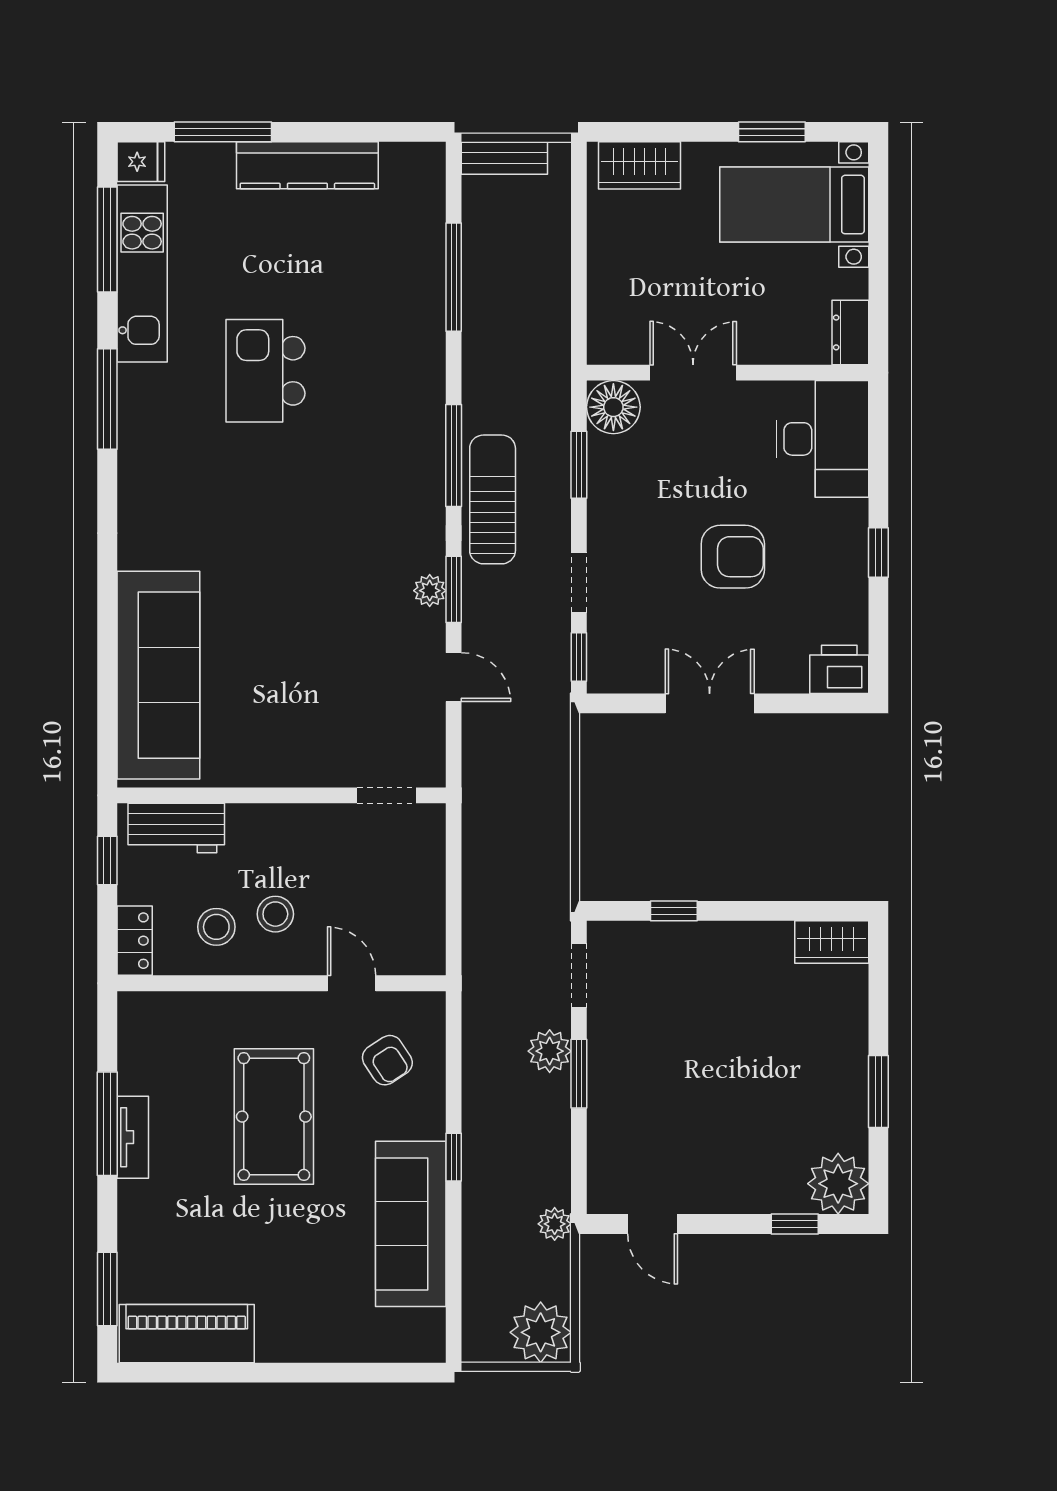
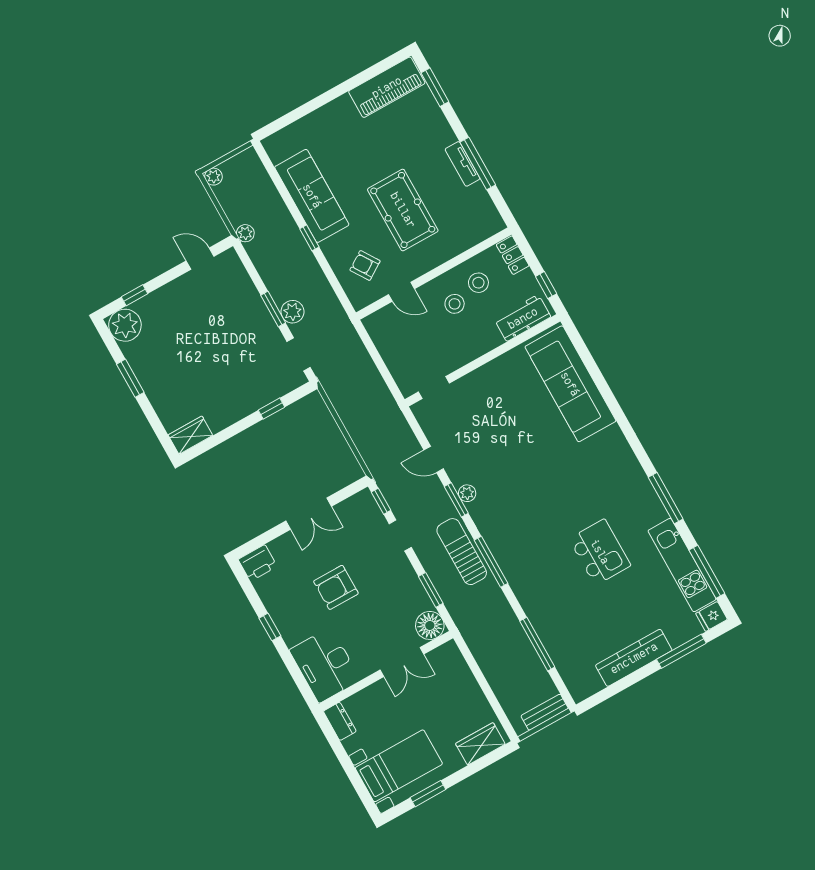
sun lounger: (493, 499) -> (462, 552), turned 180
plant: (541, 1332) -> (213, 177), width x0.53, depth x0.53

